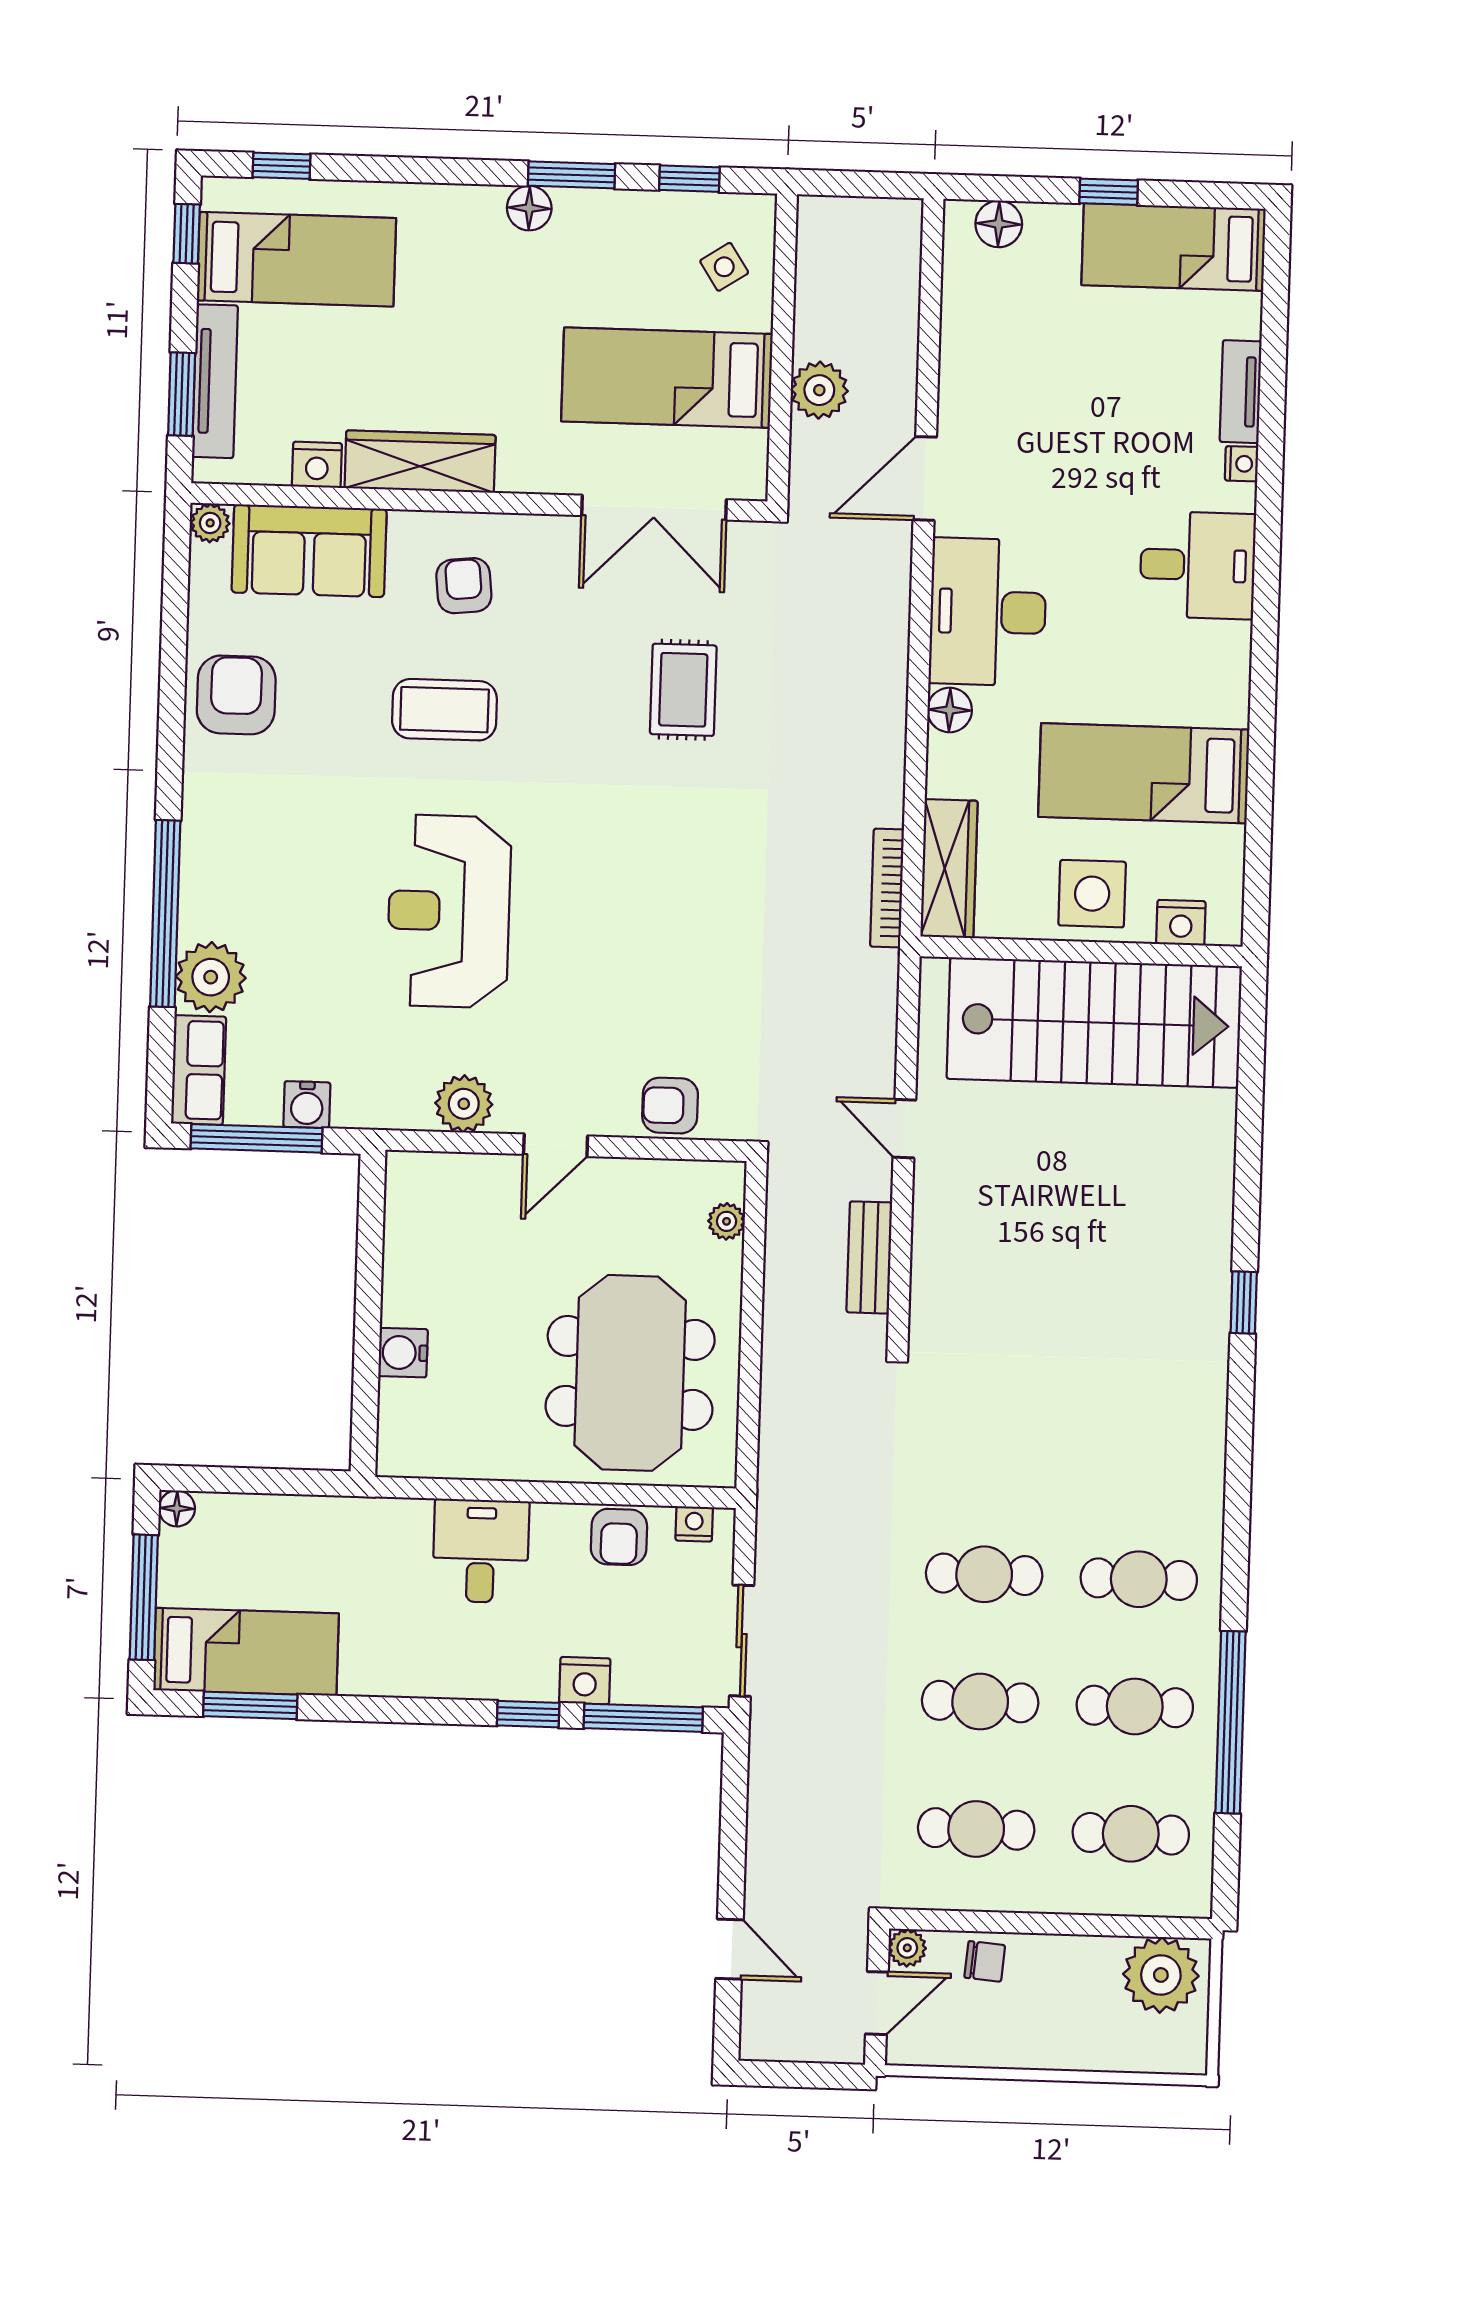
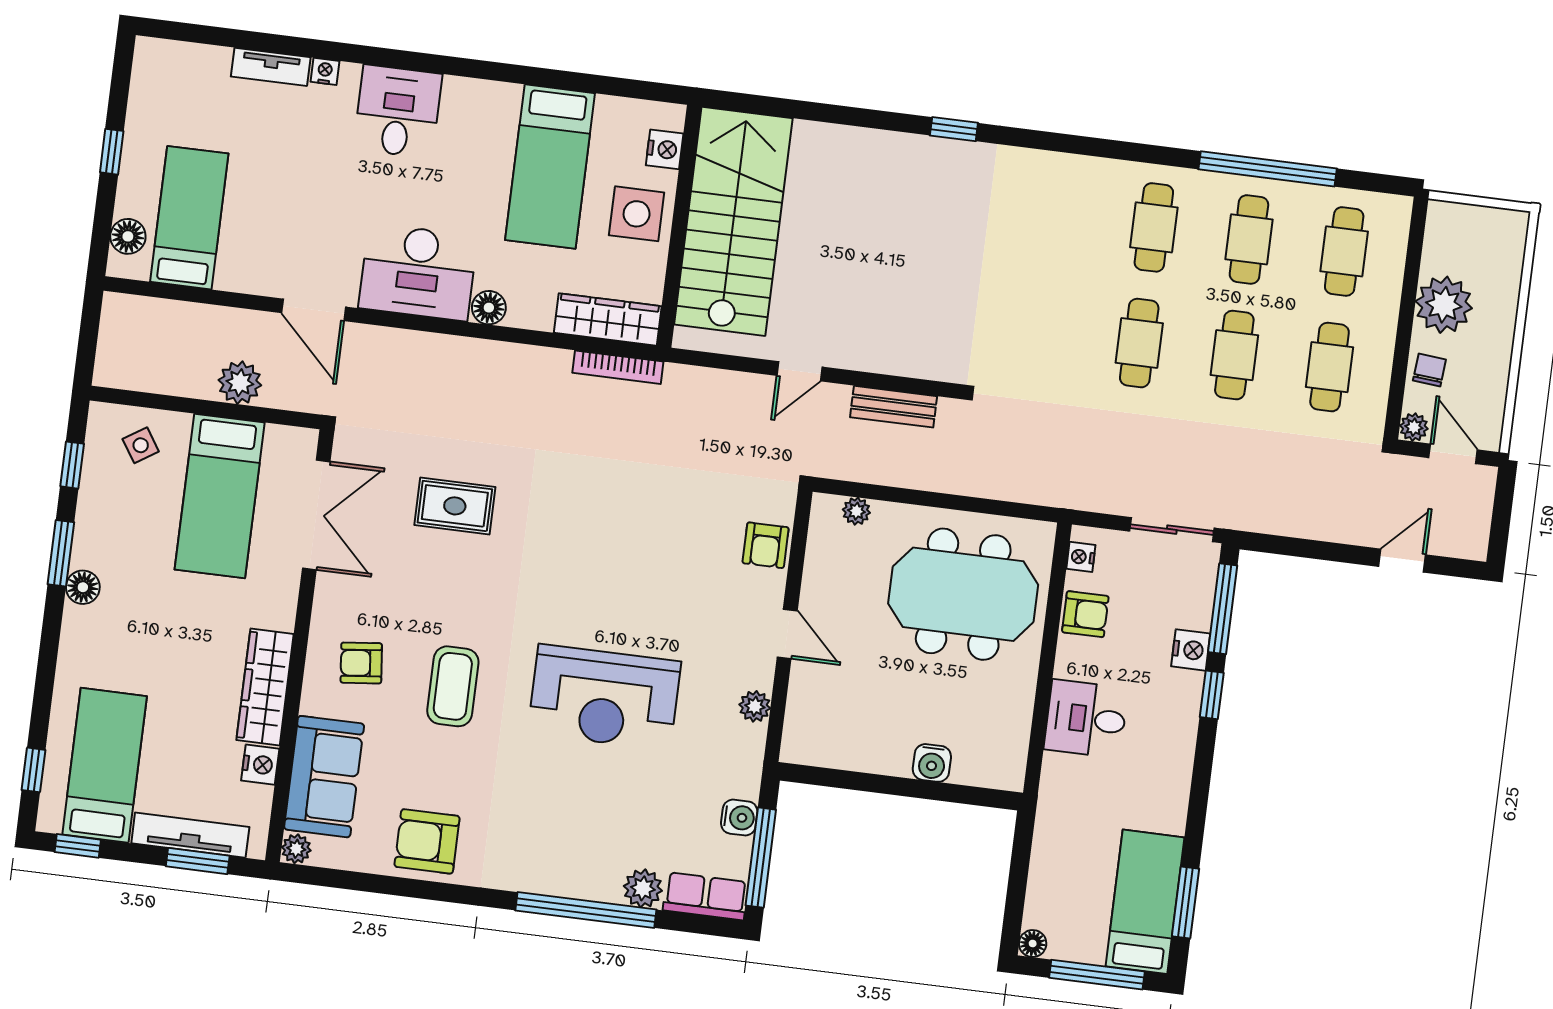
bed: (1174, 247) -> (189, 218), moved, turned 180
plant: (211, 977) -> (643, 888), width x0.73, depth x0.73
plant: (464, 1104) -> (755, 706), width x0.73, depth x0.73
plant: (1161, 1975) -> (1444, 305), moved

